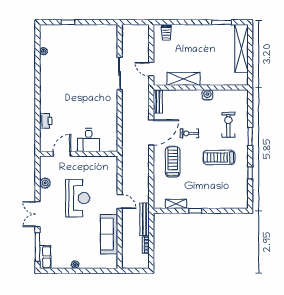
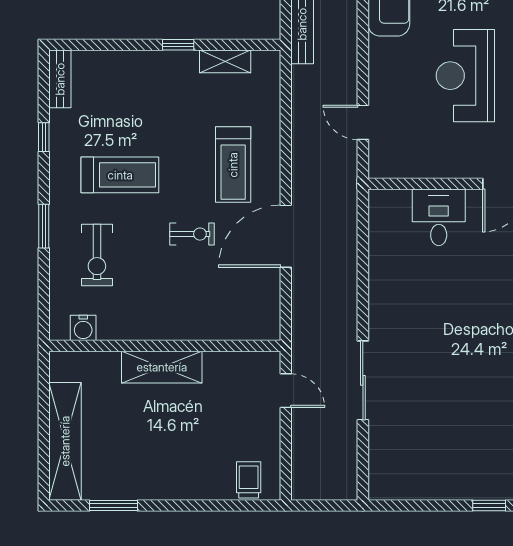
shelving: (183, 79) -> (162, 367), moved
water cooler: (207, 95) -> (83, 328), moved
bench: (158, 101) -> (60, 79), moved
door: (120, 201) -> (363, 122), moved

